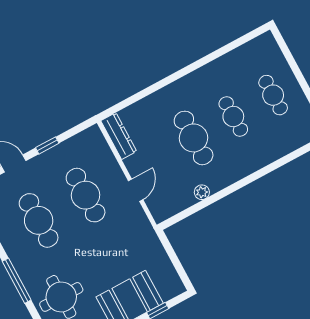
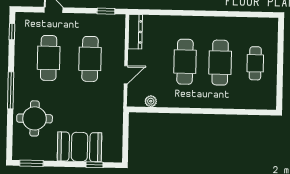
cafe table: (233, 117) -> (220, 63), width x1.37, depth x1.35
window: (47, 145) -> (106, 11), moved
plant: (202, 192) -> (151, 101), moved

